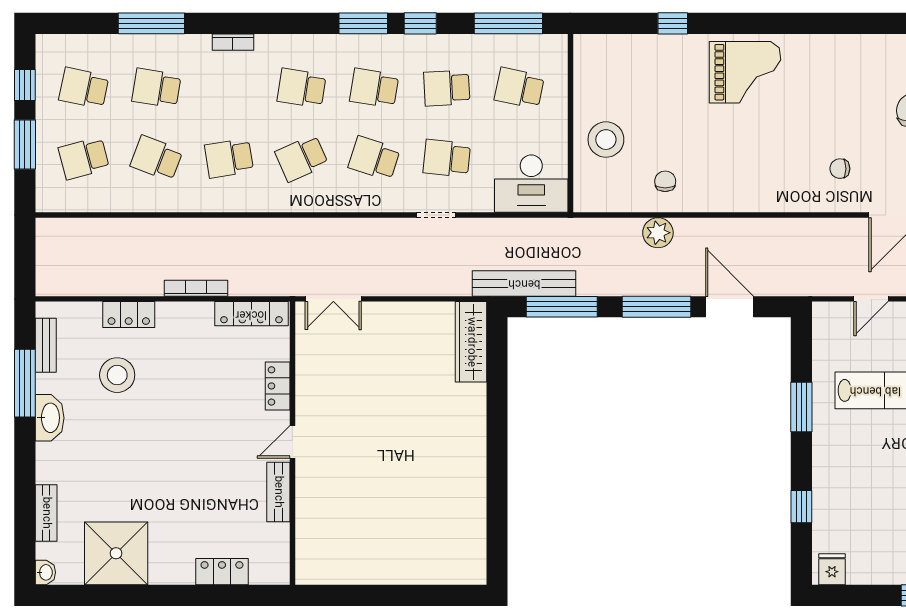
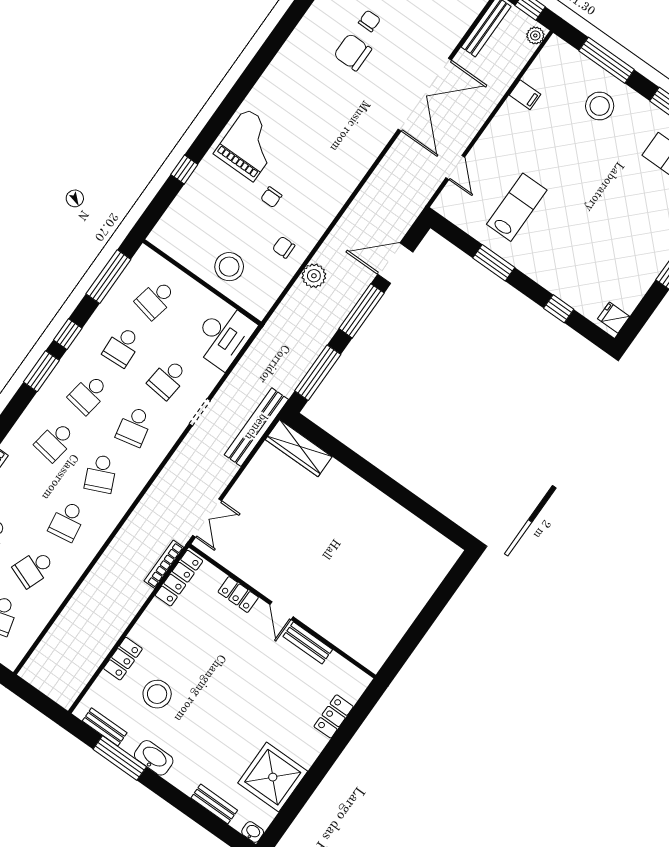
school desk: (374, 158) -> (134, 426), turned -30
chair: (840, 169) -> (271, 197), moved
bench: (524, 283) -> (256, 427), moved
bookcase: (196, 288) -> (164, 564), moved

